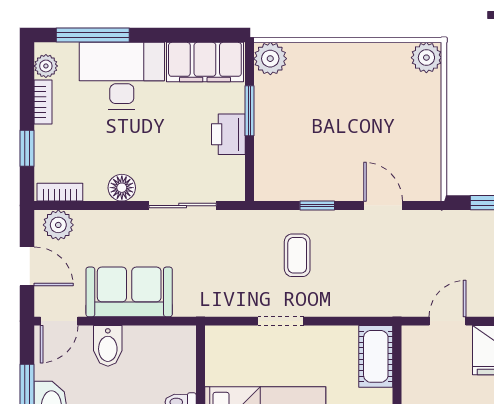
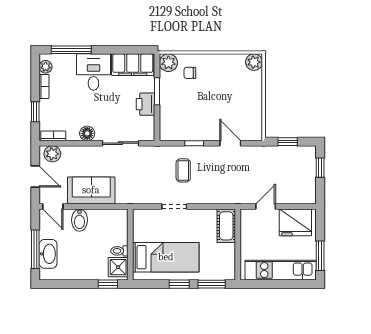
desk: (122, 76) -> (93, 72), width x0.73
chair: (309, 77) -> (190, 73), added
door: (59, 321) -> (53, 206), hinge flipped

